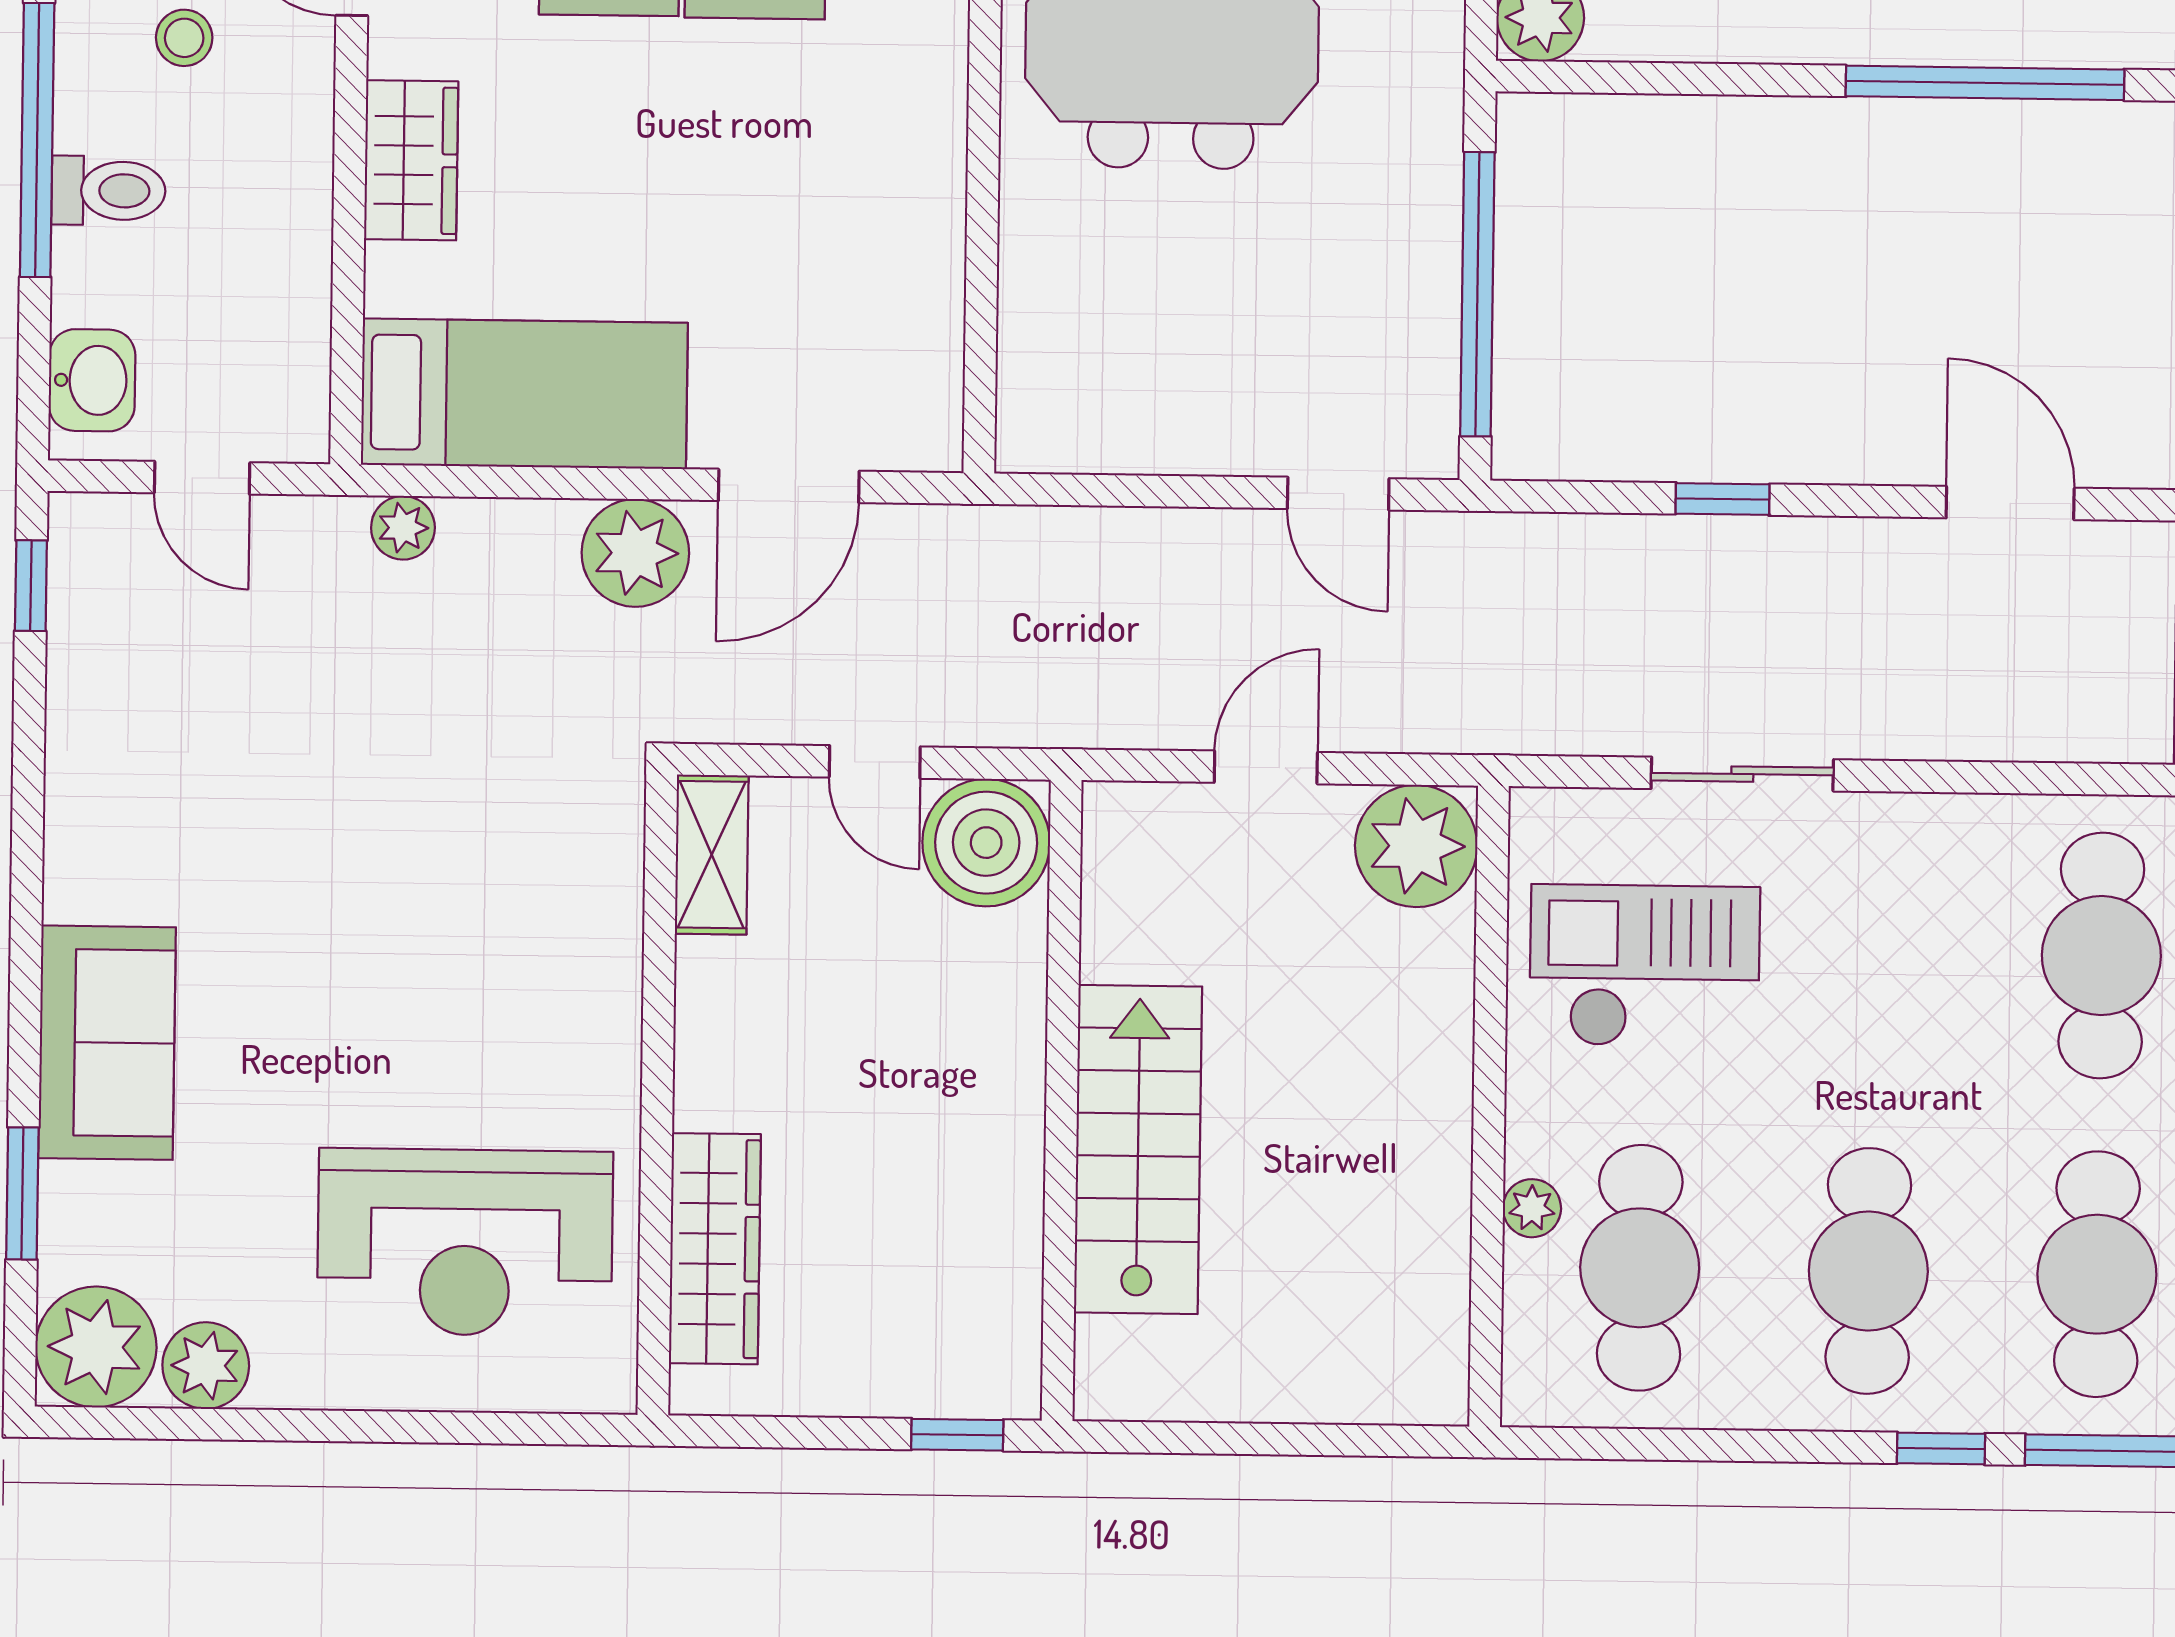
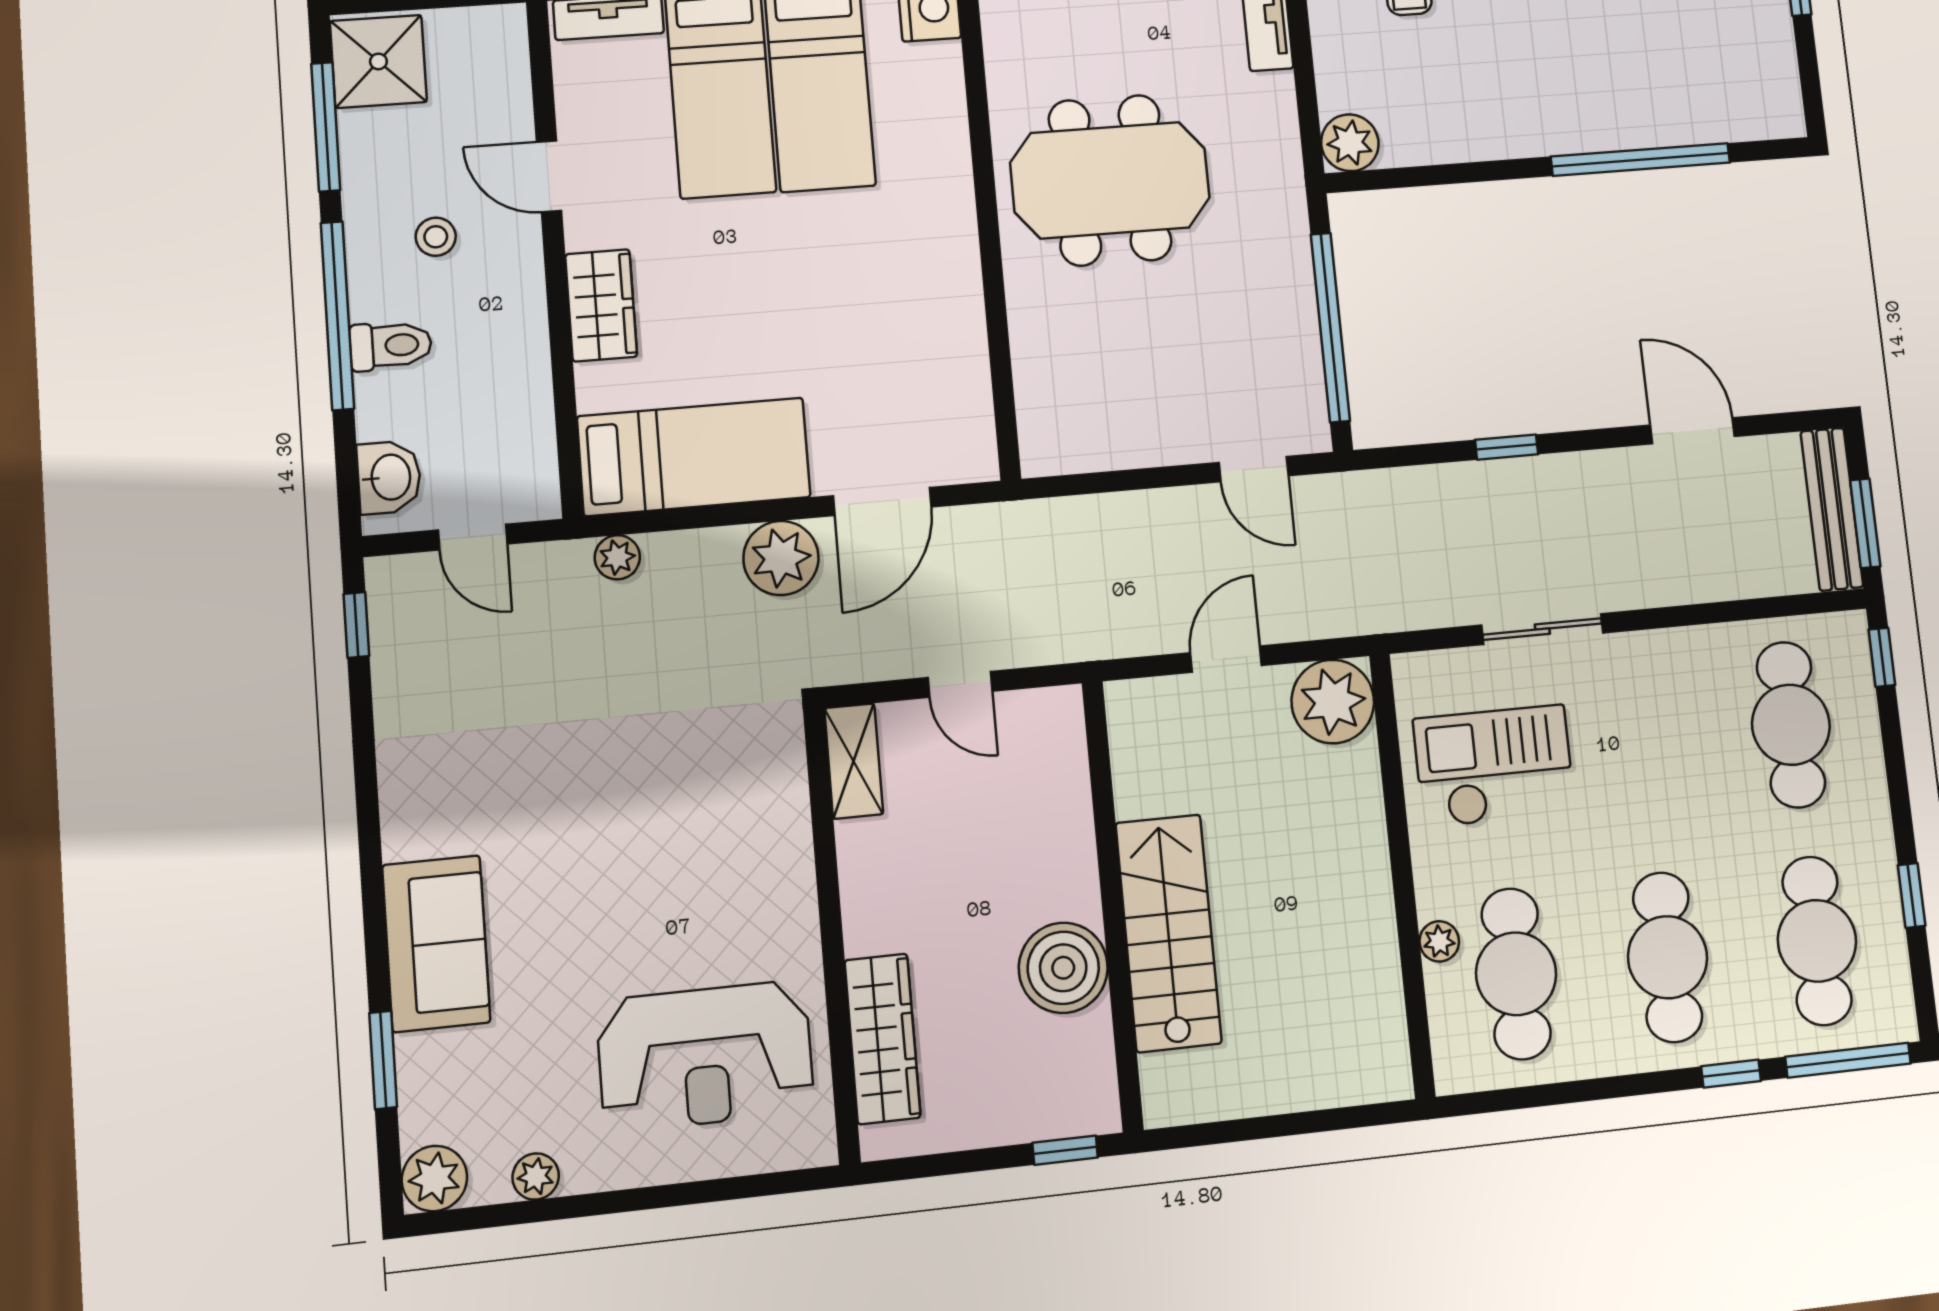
boiler: (986, 843) -> (1063, 968), moved
plant: (96, 1347) -> (434, 1178), width x0.73, depth x0.73
plant: (206, 1366) -> (536, 1176), width x0.73, depth x0.73

